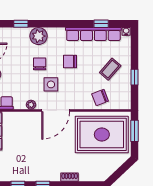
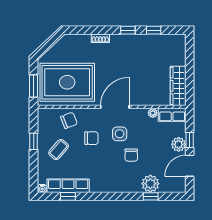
row of seats: (93, 34) -> (68, 186), width x0.73
plant: (38, 36) -> (150, 184), moved
chair: (70, 62) -> (91, 138), moved
plant: (31, 105) -> (153, 113), moved

